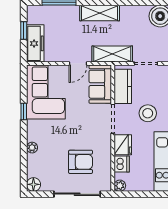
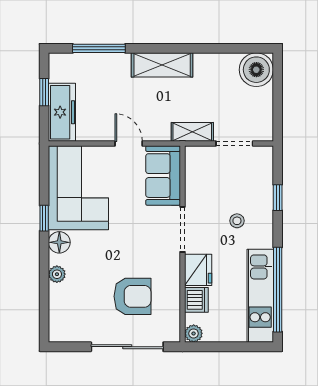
shelving: (112, 54) -> (192, 132), width x0.67, depth x0.75
door: (78, 64) -> (129, 143), swing flipped
kitchen counter: (123, 86) -> (198, 179), removed
stool: (148, 113) -> (237, 221), width x0.53, depth x0.53
floor lamp: (33, 184) -> (59, 242), moved

